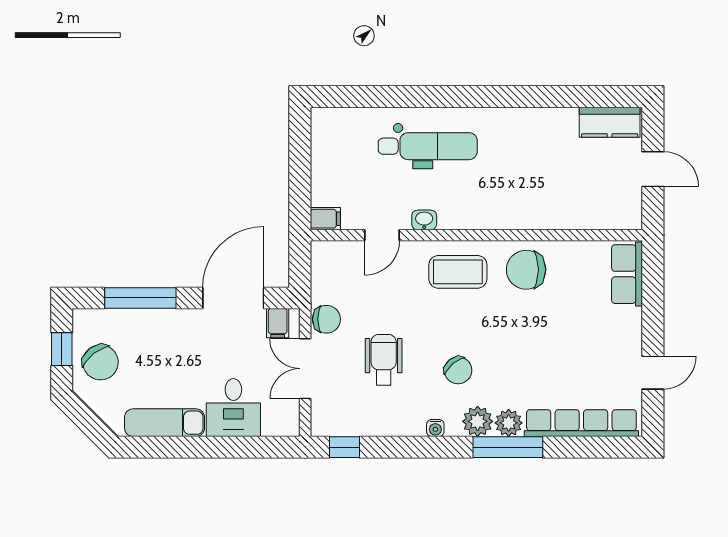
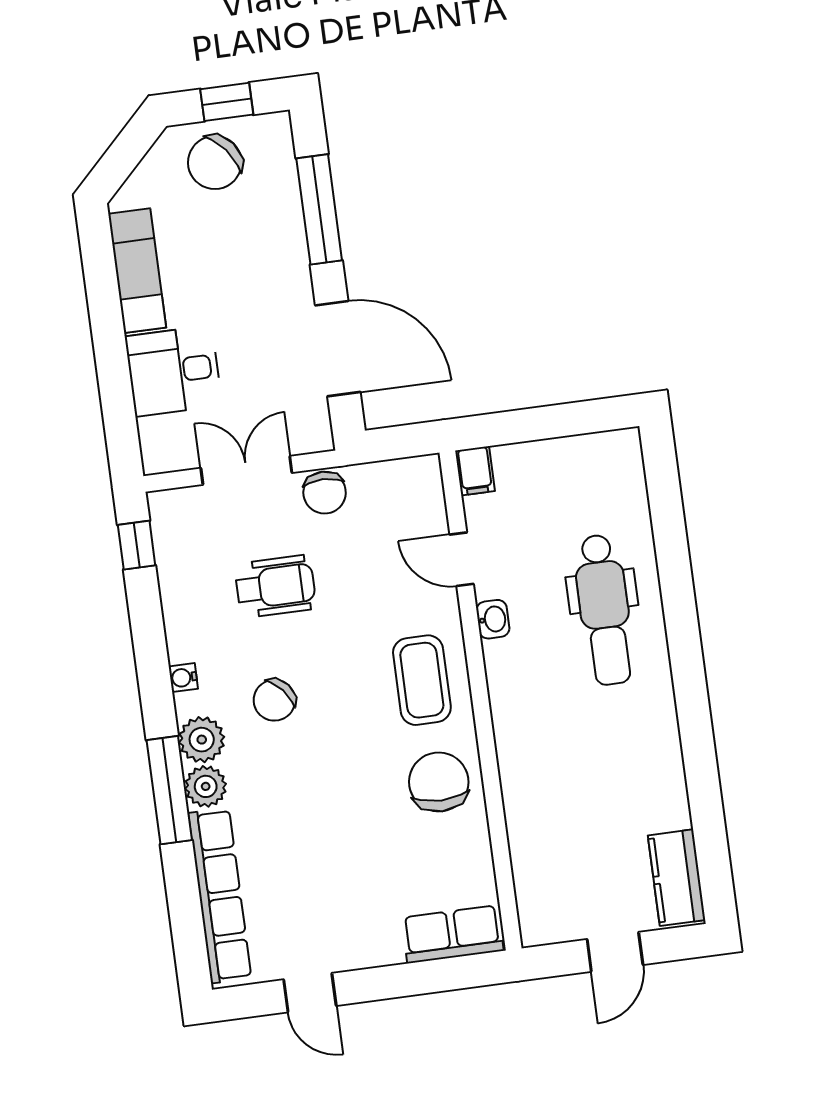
filing cabinet: (278, 323) -> (309, 420), removed

